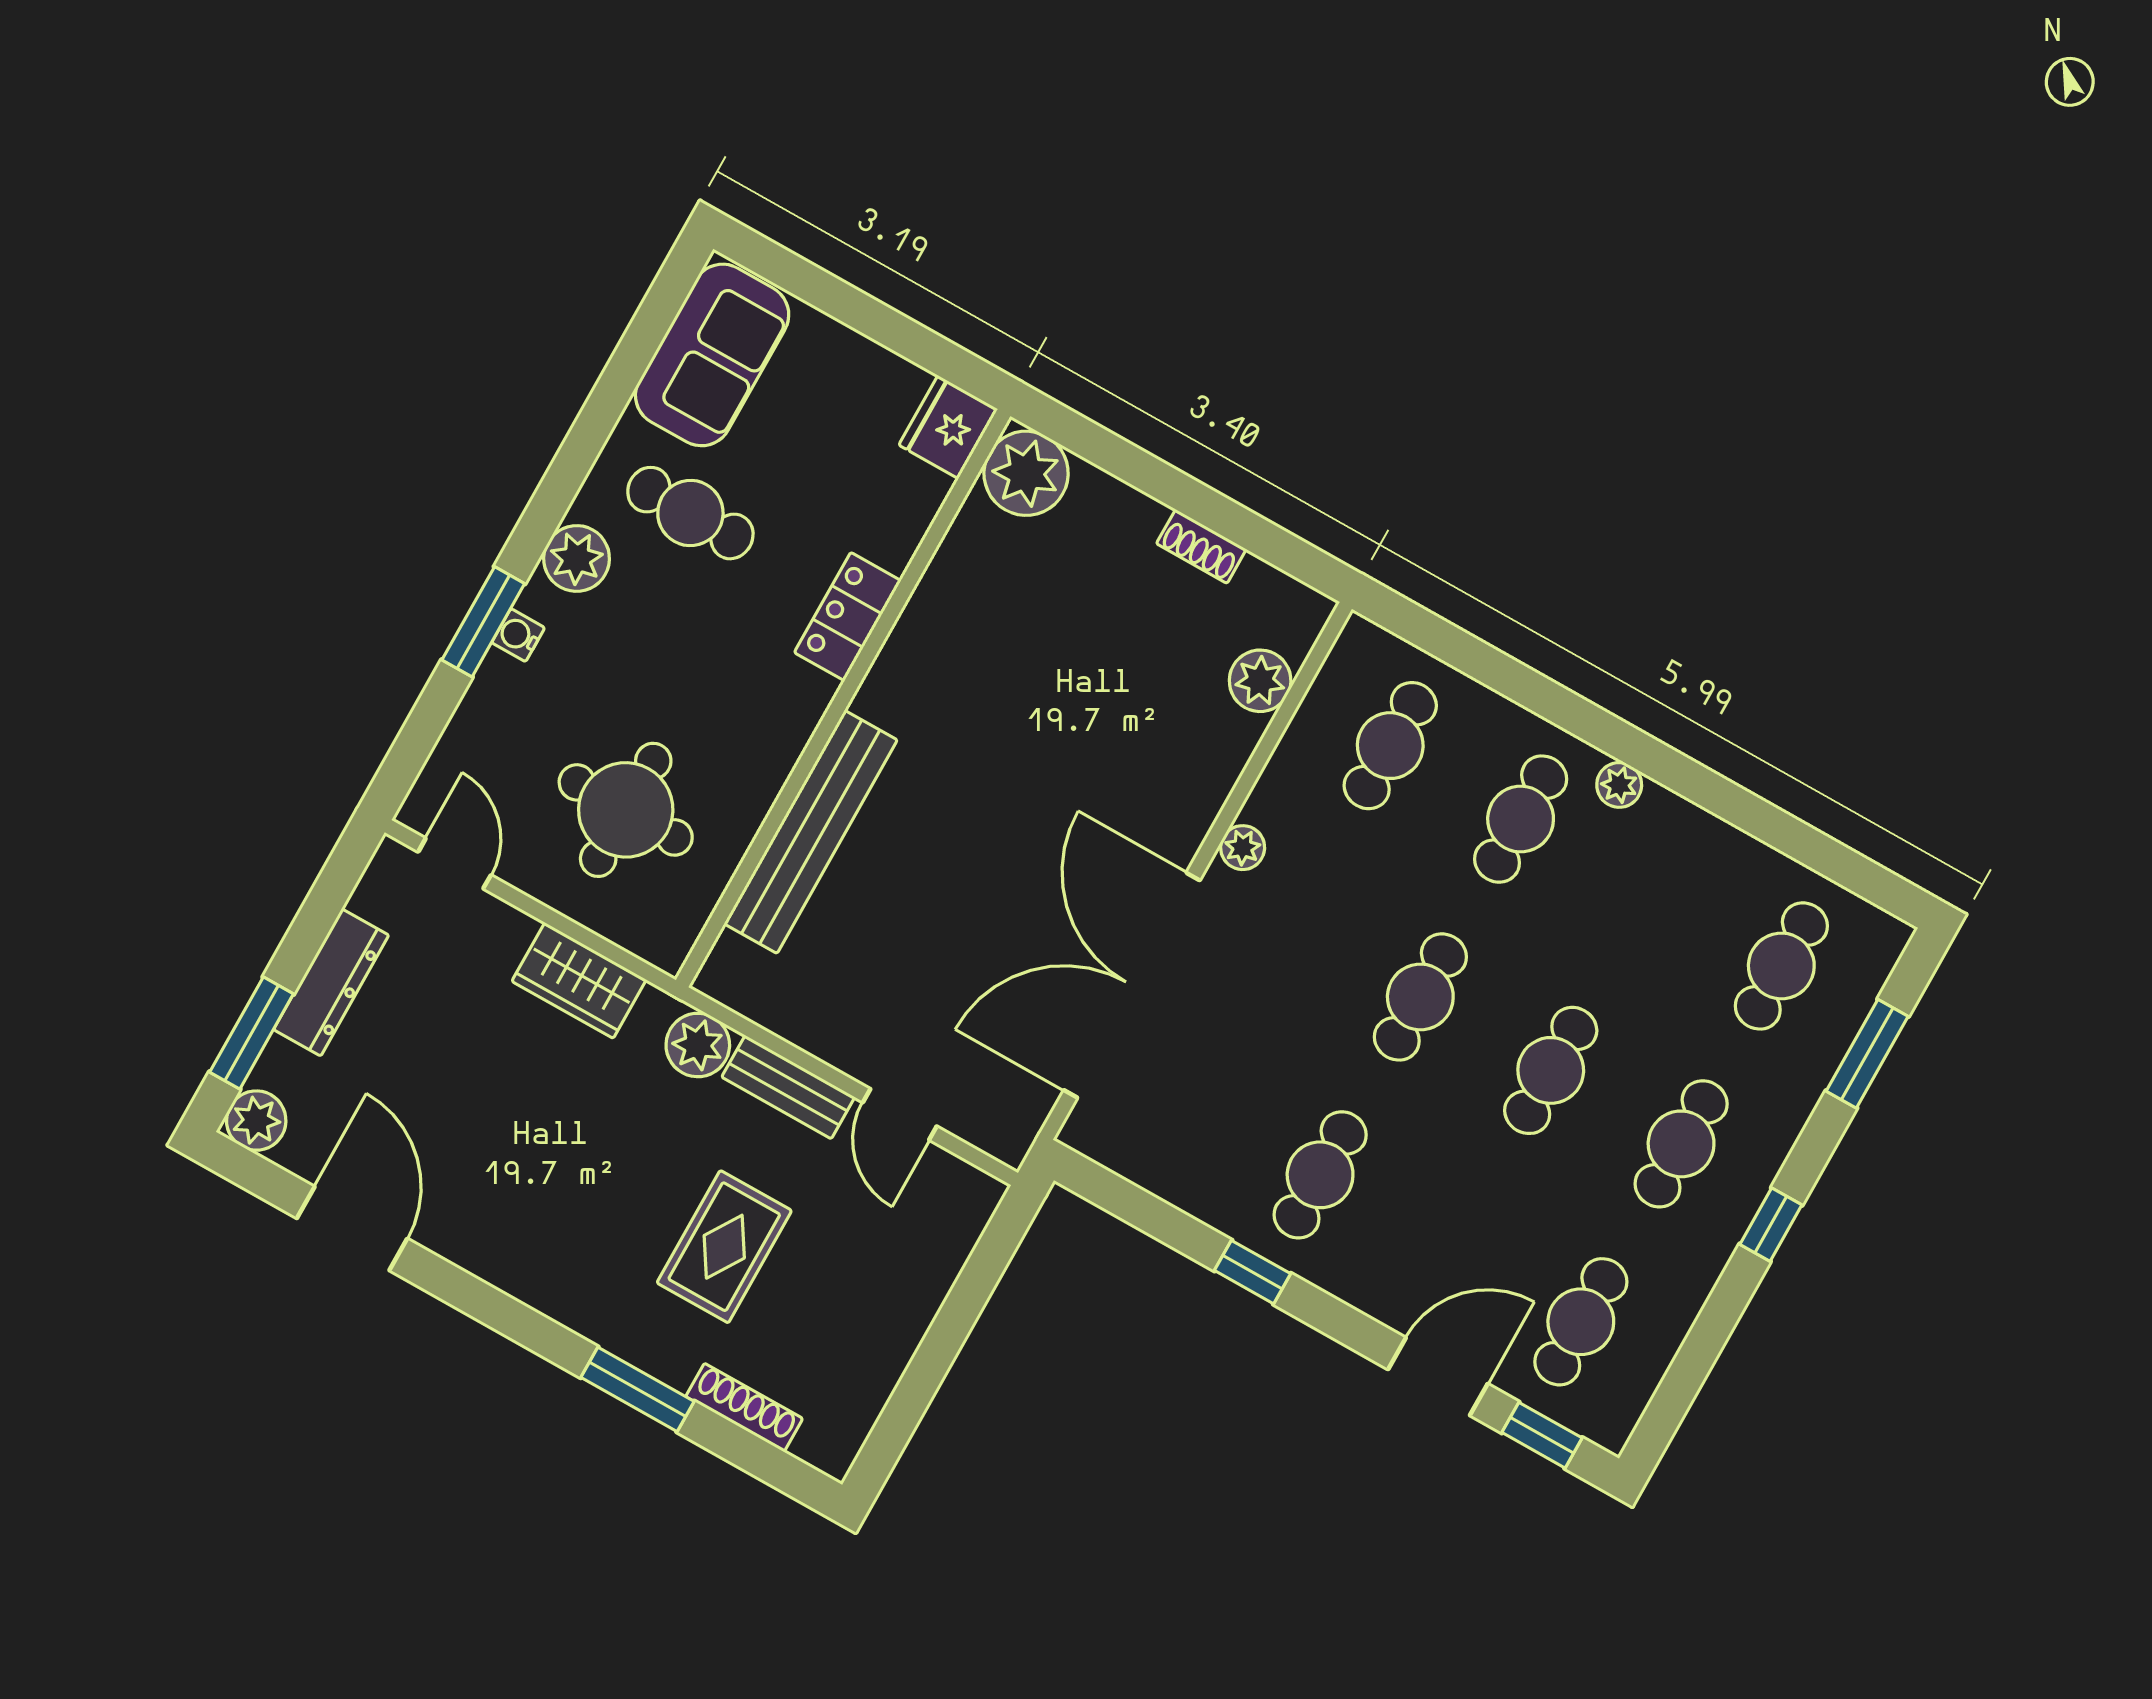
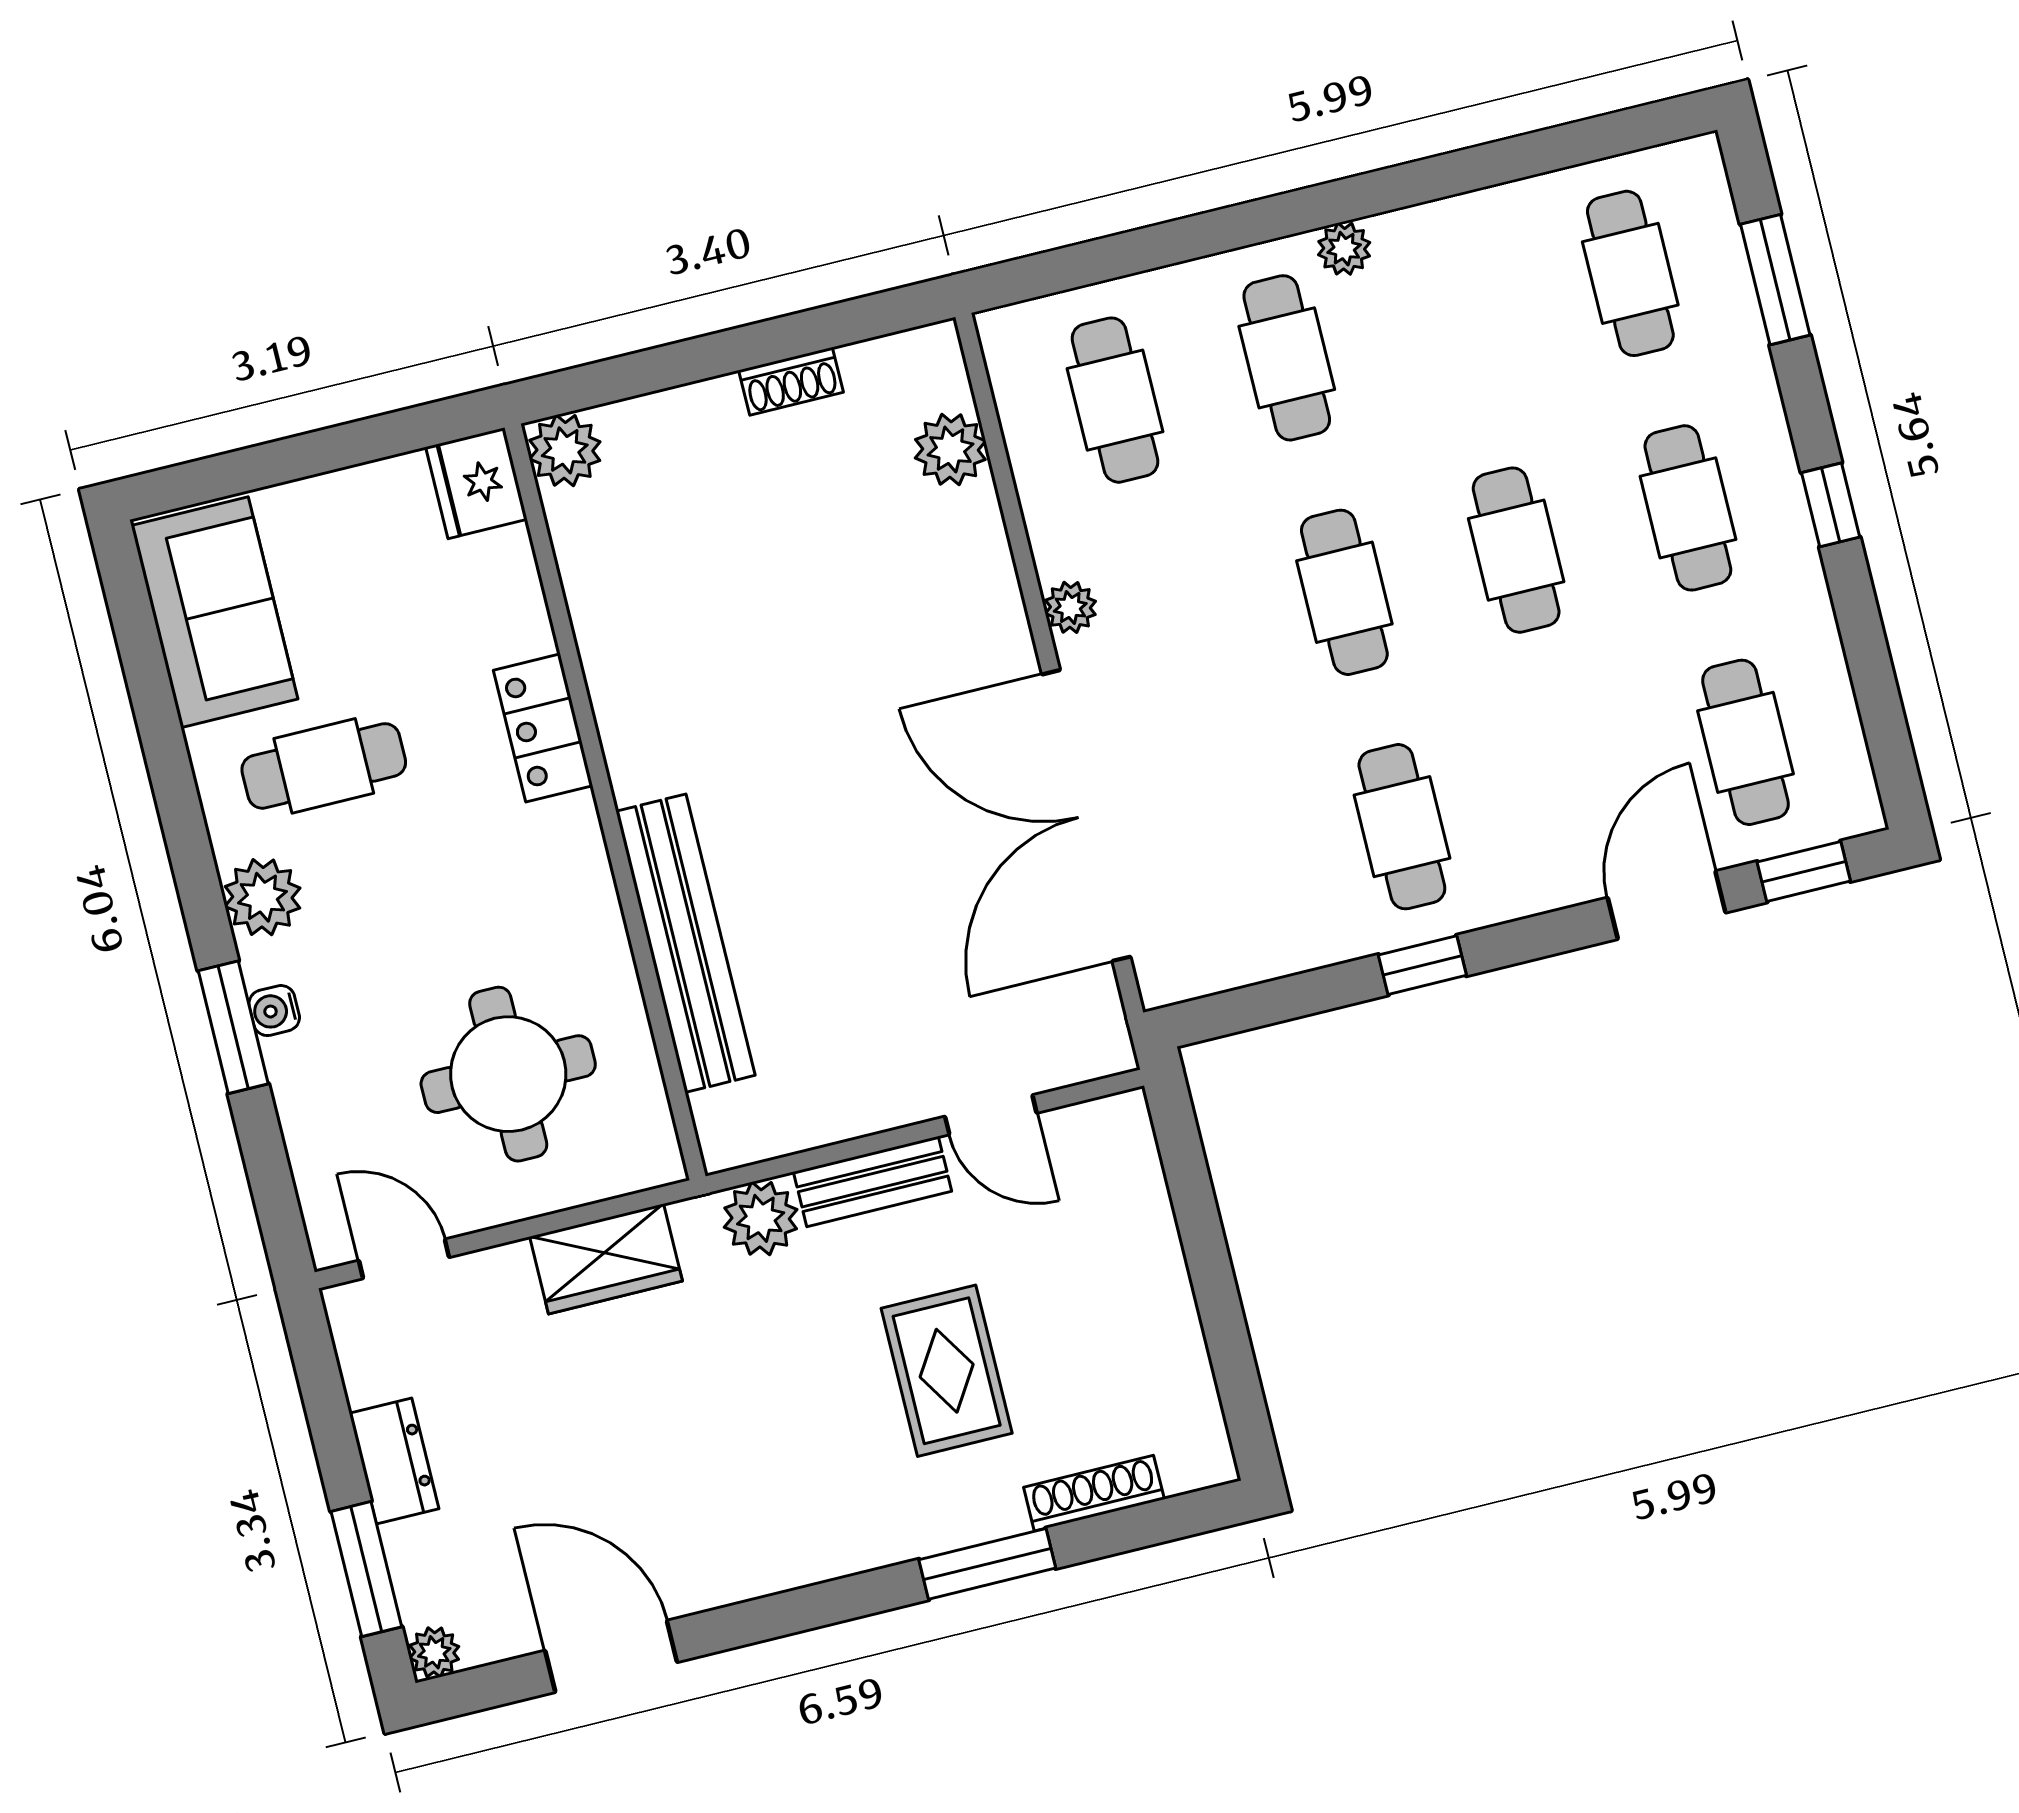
plant: (1026, 473) -> (565, 450), width x0.73, depth x0.73
dresser: (331, 982) -> (394, 1461), width x0.70
plant: (256, 1121) -> (434, 1652), width x0.73, depth x0.73

